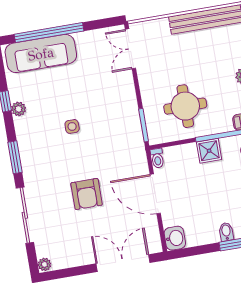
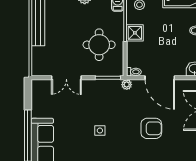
double door: (130, 49) -> (66, 78), moved
plant: (139, 152) -> (127, 85), added
door: (155, 194) -> (160, 78), hinge flipped

